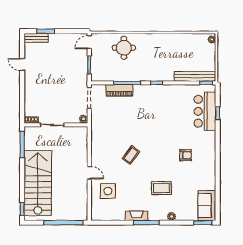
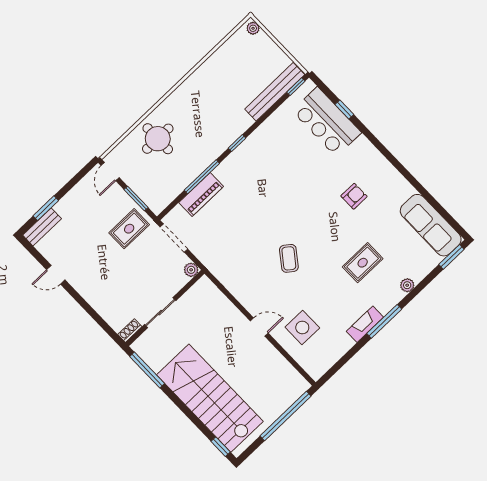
rug: (74, 75) -> (129, 229), added
sofa: (207, 206) -> (431, 225), width x1.36

